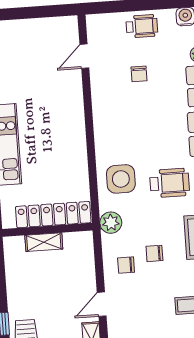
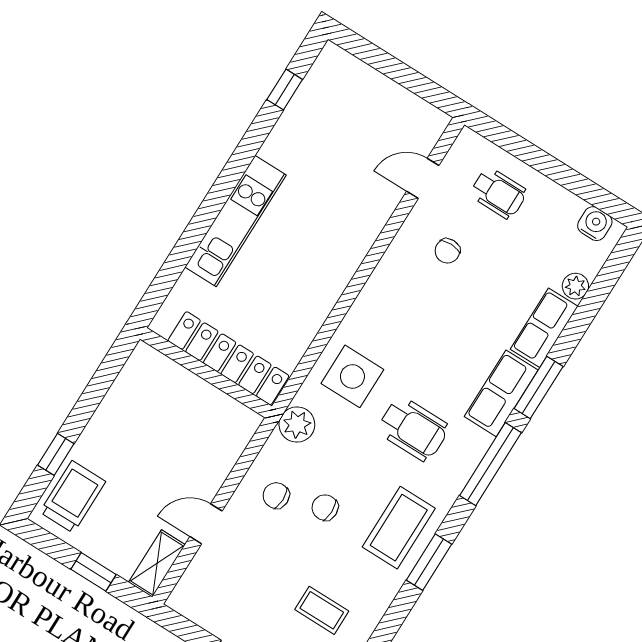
wheelchair: (142, 26) -> (498, 193), moved
chair: (139, 74) -> (447, 251), moved
shelving: (44, 242) -> (189, 386), removed

